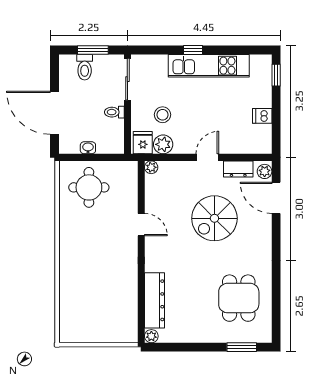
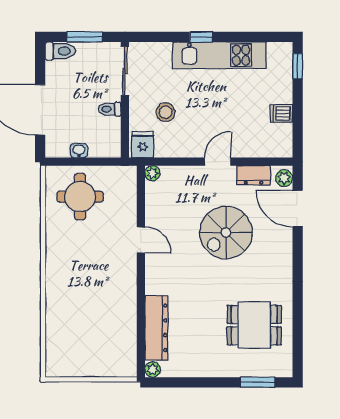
toilet: (85, 67) -> (60, 51), moved, turned -90
plant: (163, 144) -> (166, 147), removed
dining table: (239, 298) -> (254, 325), turned 90

